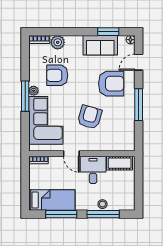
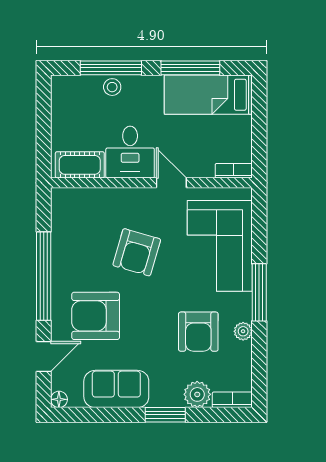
window: (108, 32) -> (165, 415), moved
armchair: (57, 75) -> (198, 332), turned 90
plant: (34, 91) -> (243, 331), moved
window: (139, 105) -> (44, 276), width x1.46

